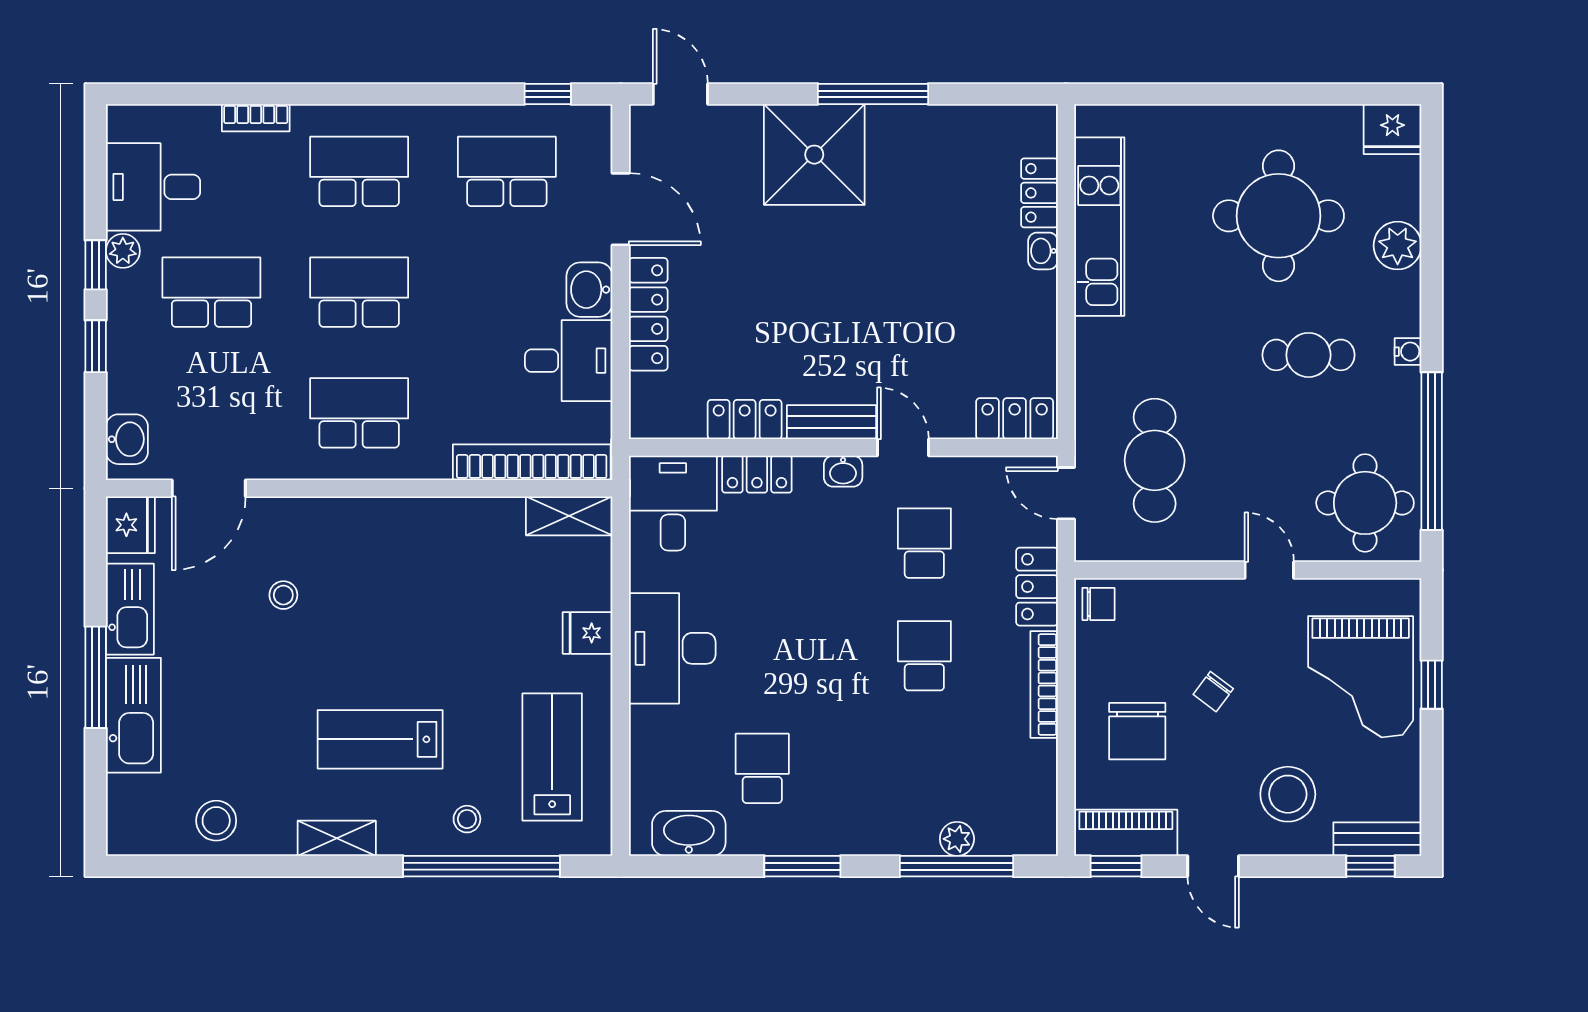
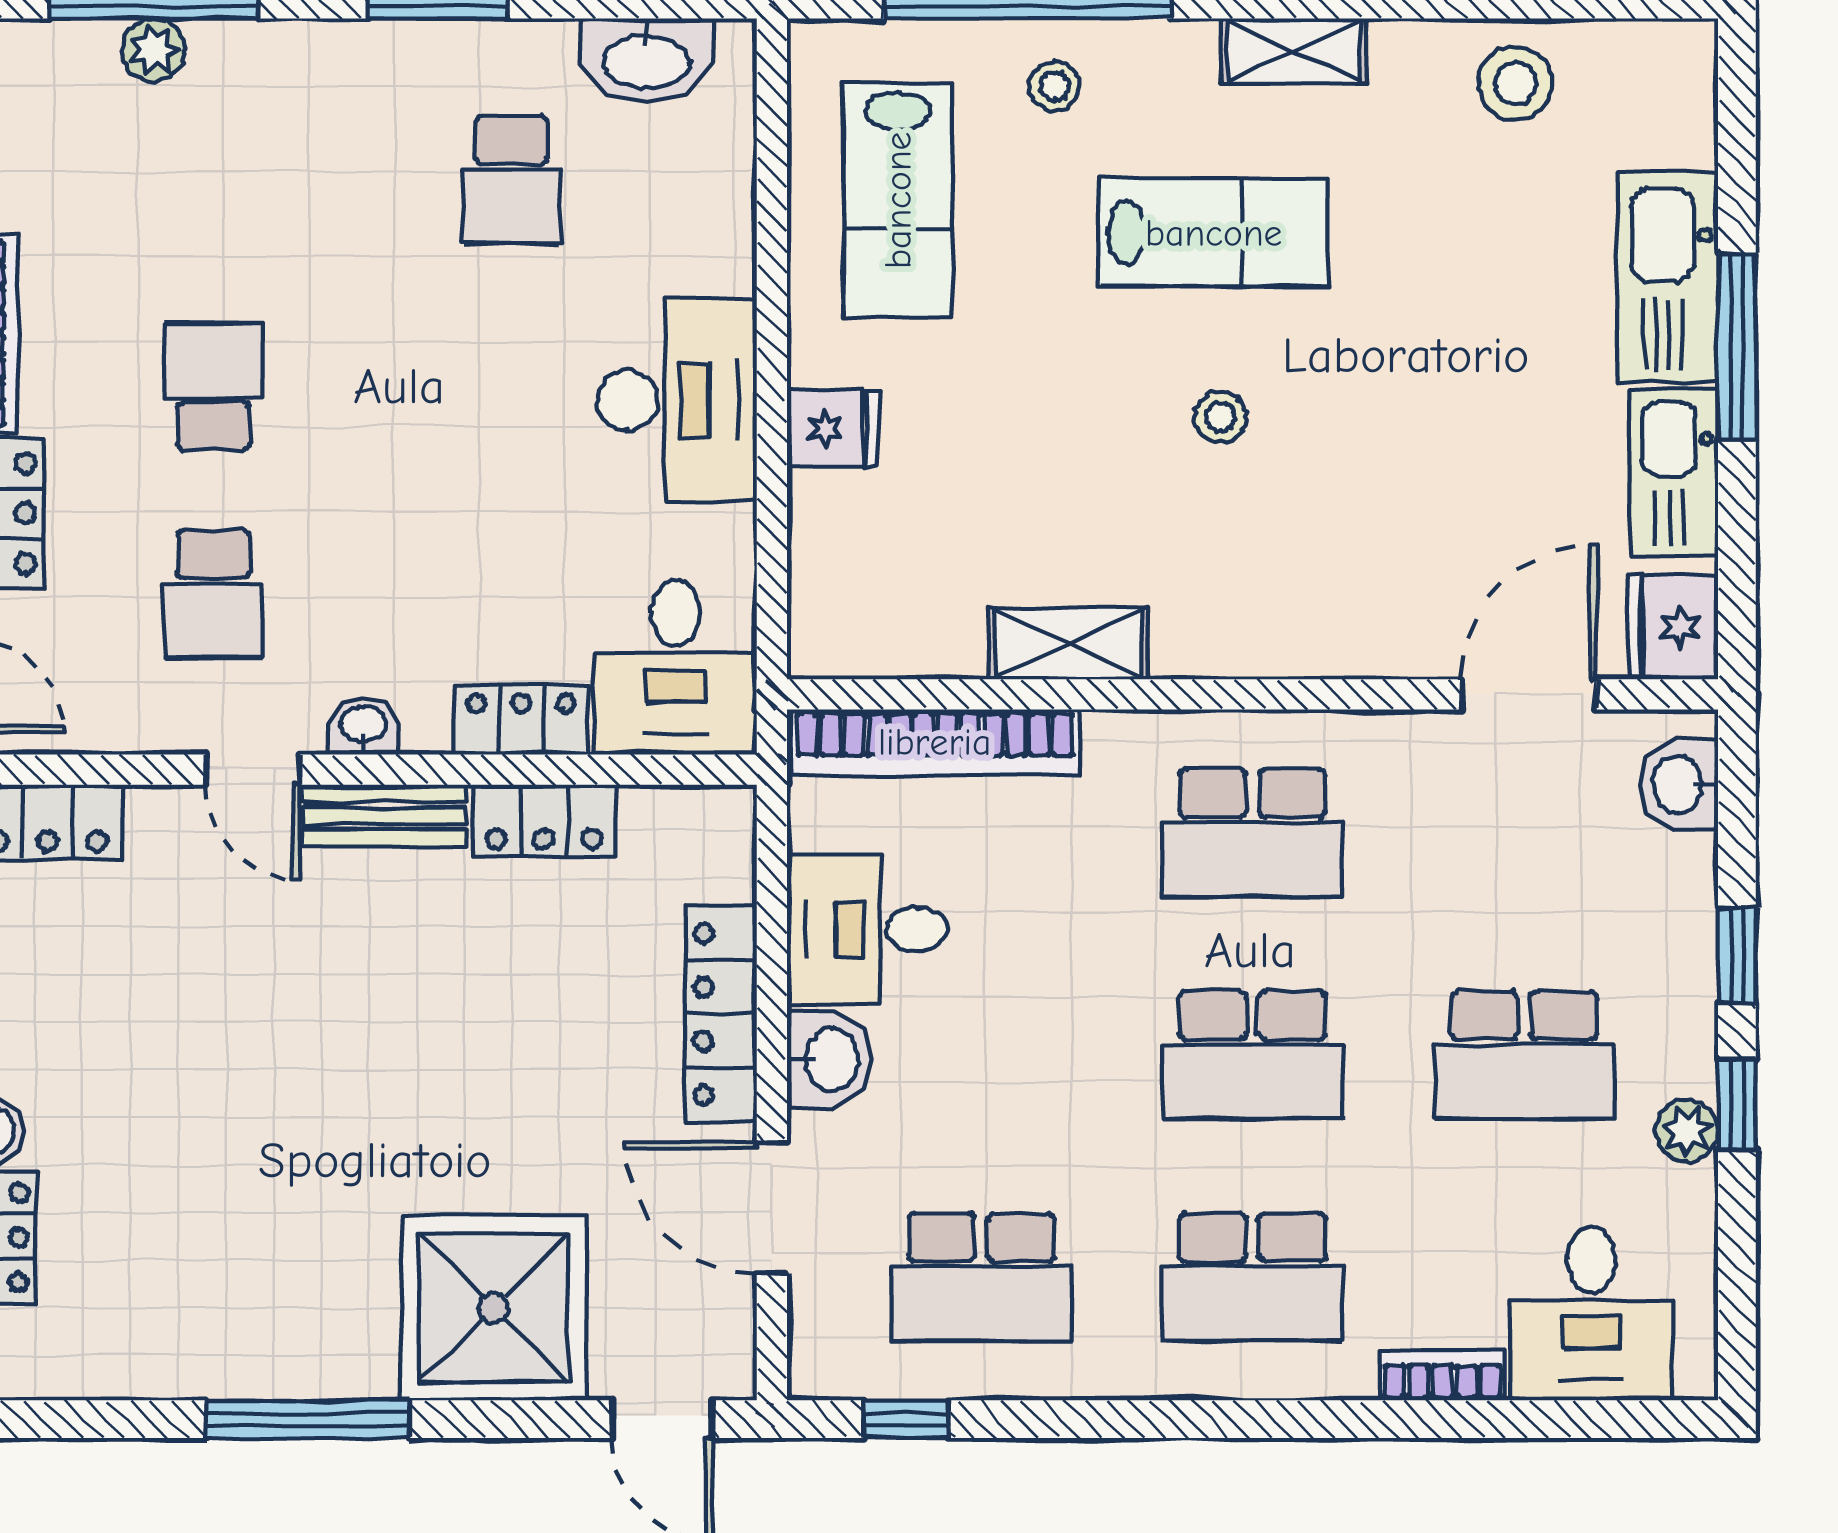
shower: (814, 155) -> (493, 1308), moved
desk: (153, 187) -> (1591, 1314), moved, turned 90
shelving: (569, 516) -> (1068, 644), moved
stool: (283, 595) -> (1220, 417), moved
school desk: (924, 656) -> (214, 386), turned 180

